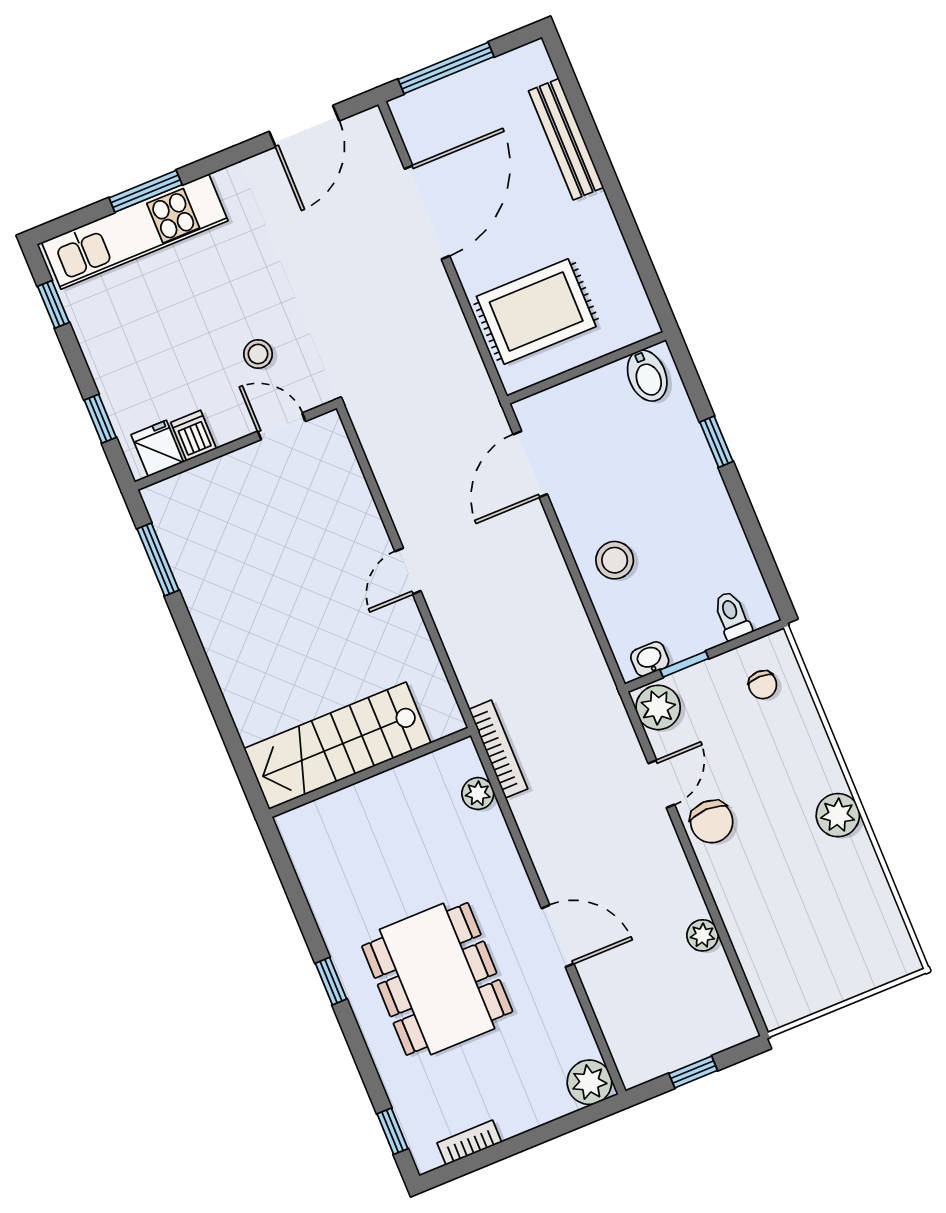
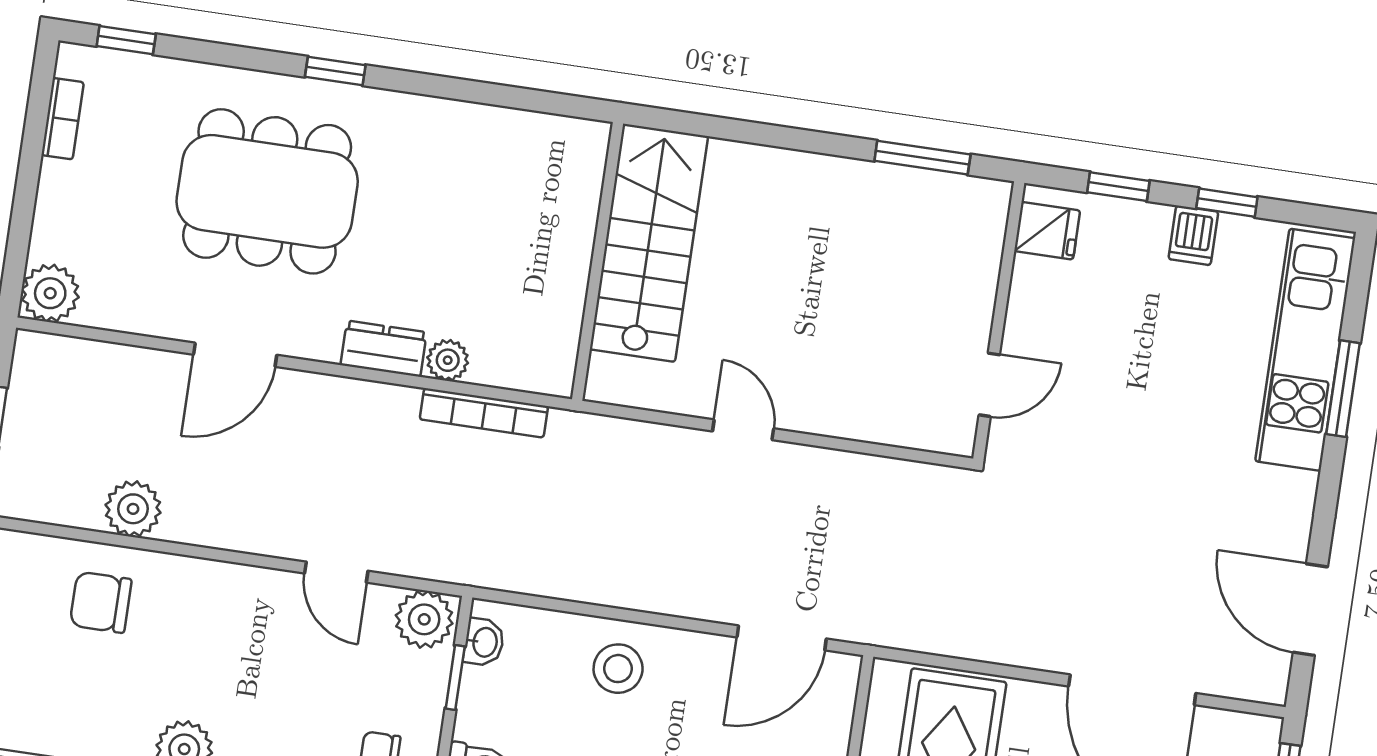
window: (53, 304) -> (1227, 203), moved
stool: (258, 354) -> (1086, 406), removed
dishwasher: (194, 436) -> (1193, 235), moved, turned 90
door: (530, 464) -> (782, 638), swing flipped
stairs: (337, 746) -> (649, 243), moved
wall: (370, 772) -> (598, 262), moved
chair: (712, 822) -> (101, 602), moved
dresser: (495, 840) -> (384, 349), added
plant: (702, 935) -> (133, 509), width x1.38, depth x1.38

